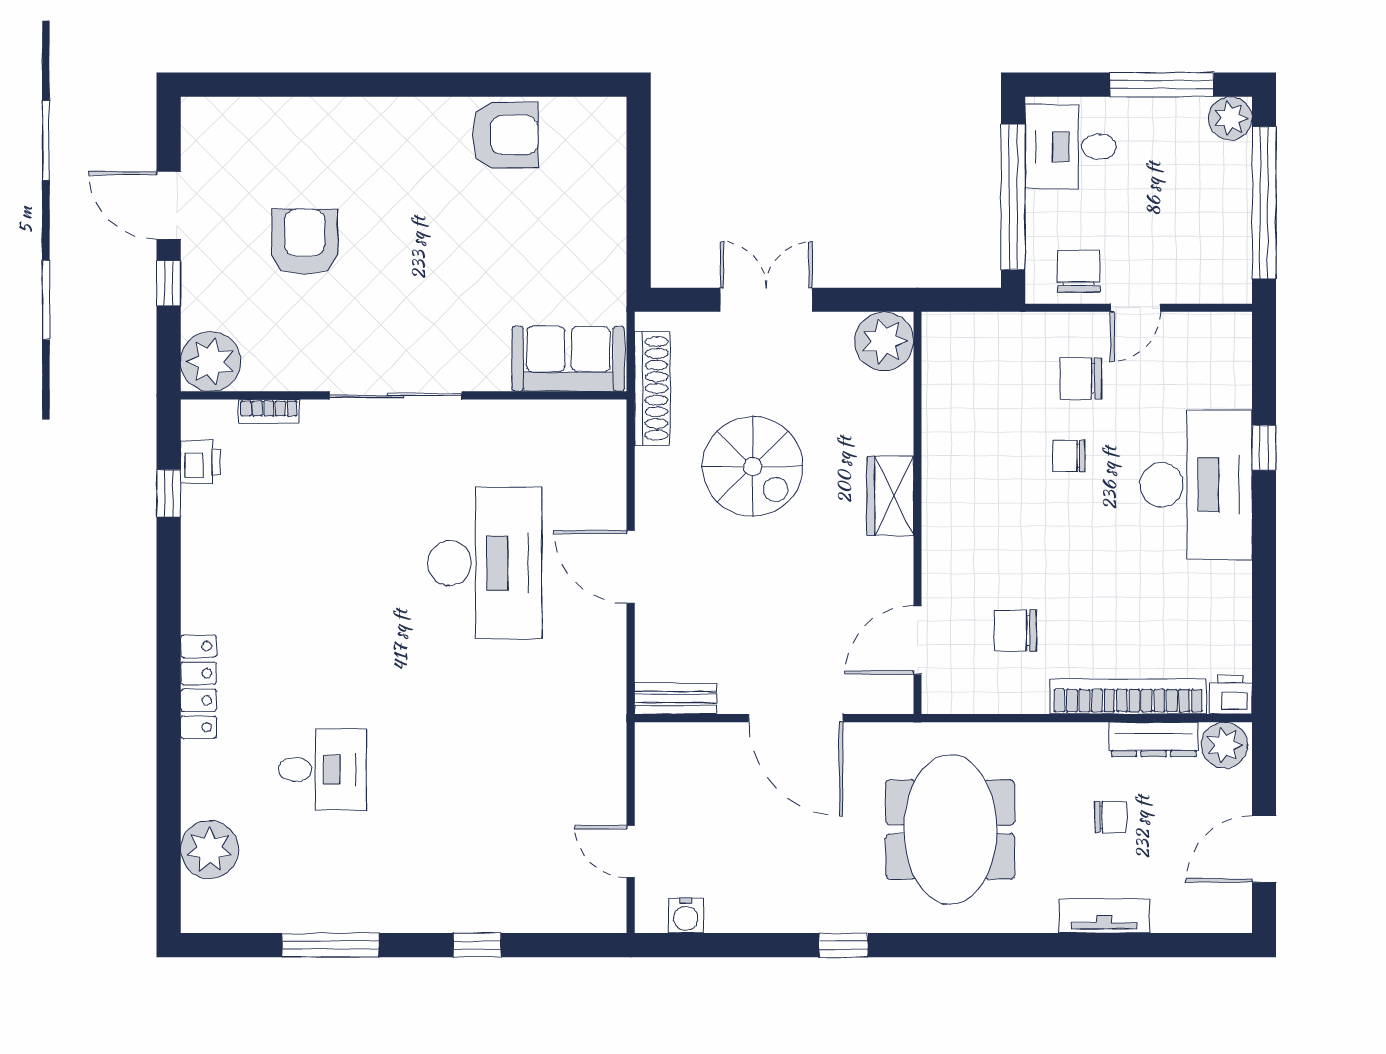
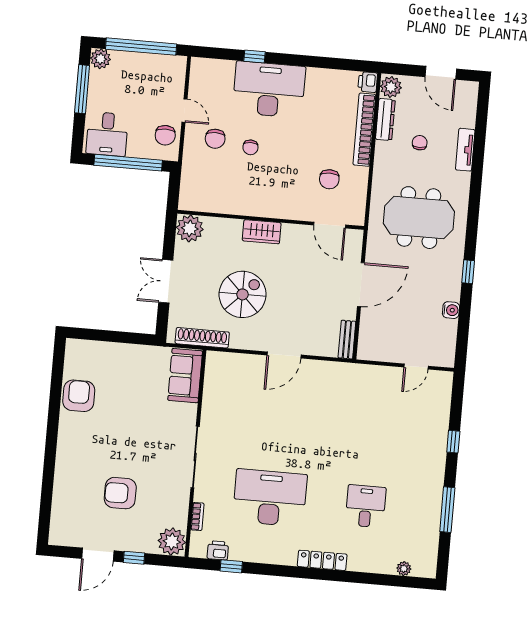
chair: (1079, 271) -> (165, 135), turned -90
desk: (485, 563) -> (270, 498), moved
plant: (210, 850) -> (404, 569), width x0.53, depth x0.53
water cooler: (686, 916) -> (451, 310), moved

